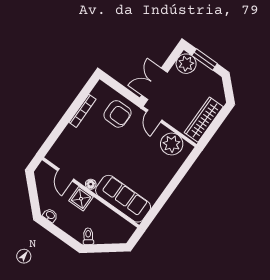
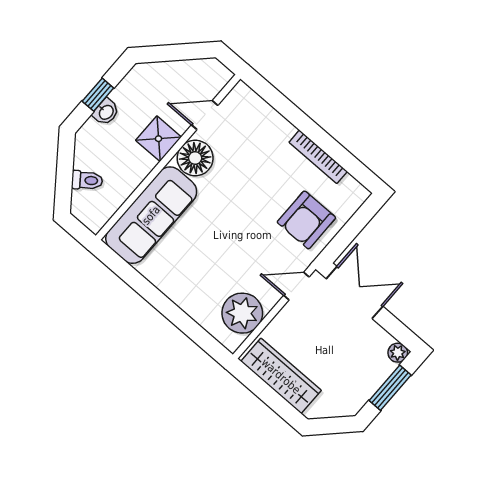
plant: (186, 64) -> (398, 353), width x0.53, depth x0.53
floor lamp: (91, 184) -> (195, 158), width x1.89, depth x1.89
washbasin: (50, 215) -> (106, 112), moved
window: (60, 234) -> (98, 95), added
toilet: (88, 236) -> (87, 180), moved

